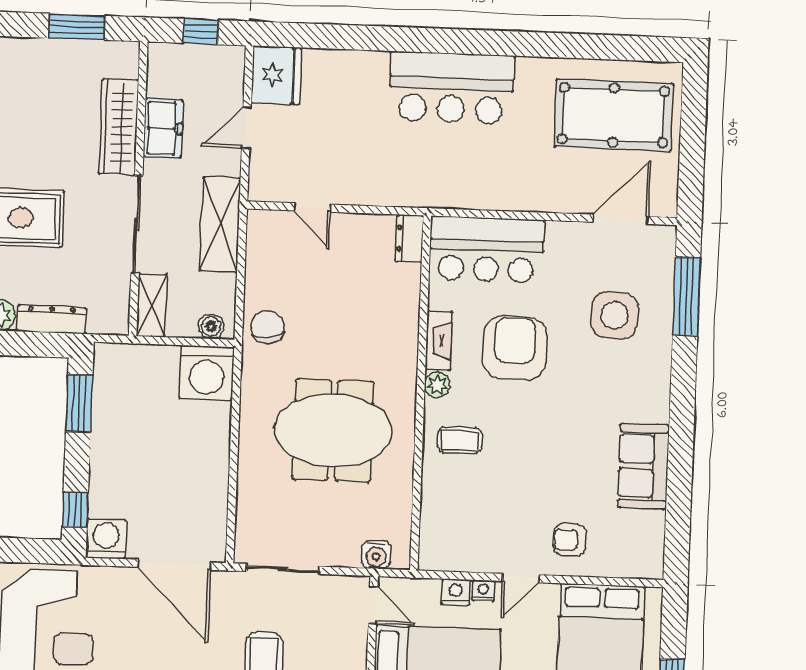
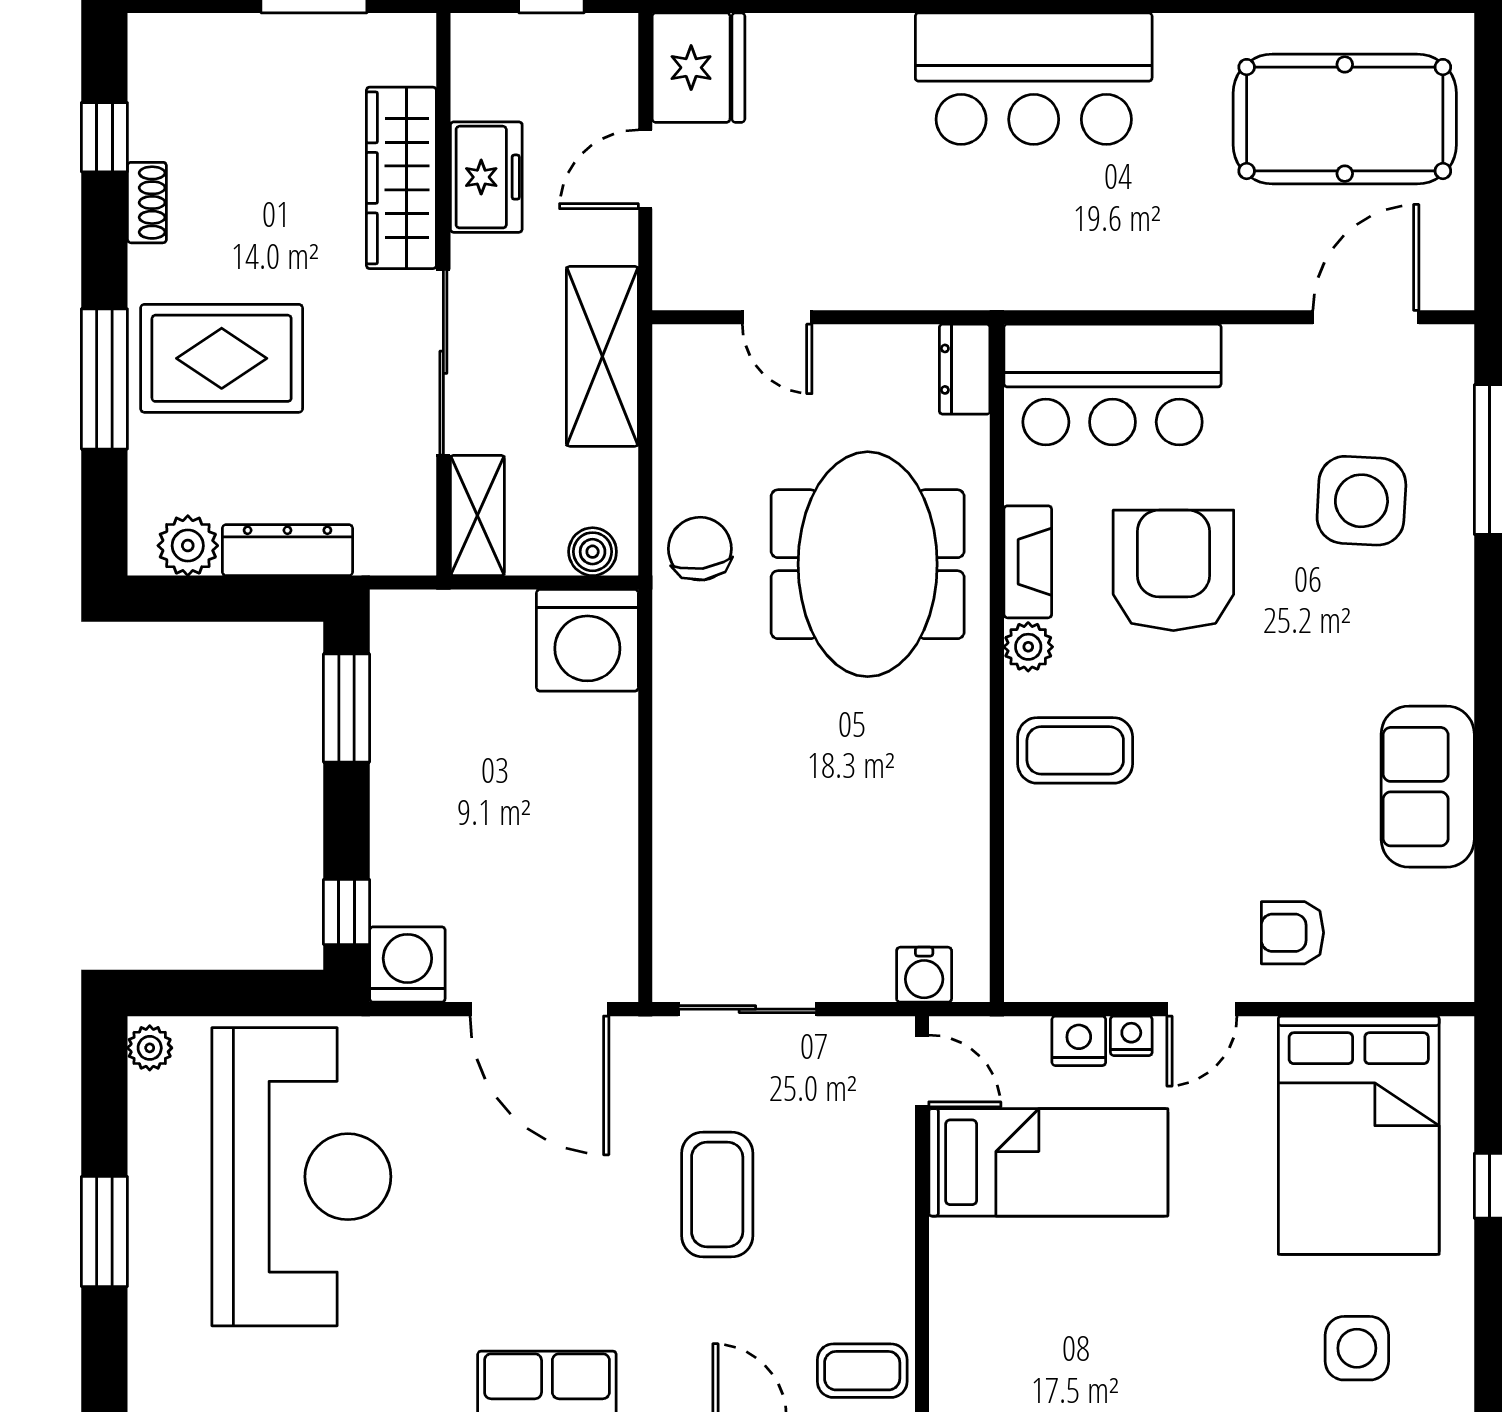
meeting table: (333, 430) -> (868, 564), moved, turned 90
coffee table: (460, 440) -> (1075, 750), width x1.36, depth x1.30

